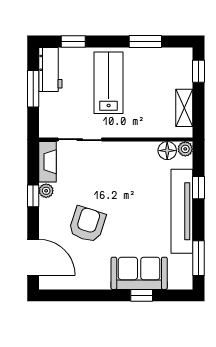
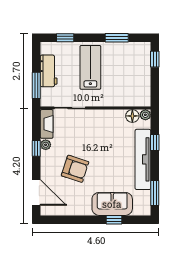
workbench: (50, 70) -> (49, 71), moved
window: (33, 89) -> (36, 85), moved
shelving: (184, 108) -> (145, 85), removed
armchair: (87, 224) -> (75, 169), turned 90

